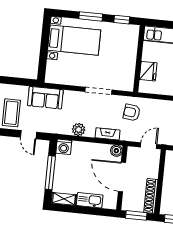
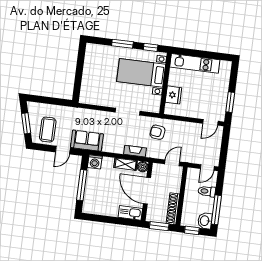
bed with nightstands: (74, 40) -> (141, 73), moved, turned 180
sofa: (45, 98) -> (87, 141), moved, turned 180
plant: (79, 130) -> (109, 146), removed
door: (28, 135) -> (63, 150), hinge flipped
shelving: (64, 199) -> (126, 164), moved
kitchen sink: (90, 200) -> (130, 213), moved

